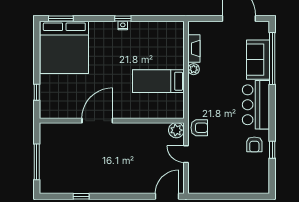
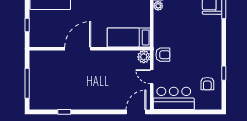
bed: (158, 81) -> (129, 37), moved
bar counter: (256, 105) -> (174, 98), moved, turned 90
armchair: (254, 144) -> (207, 84), moved

